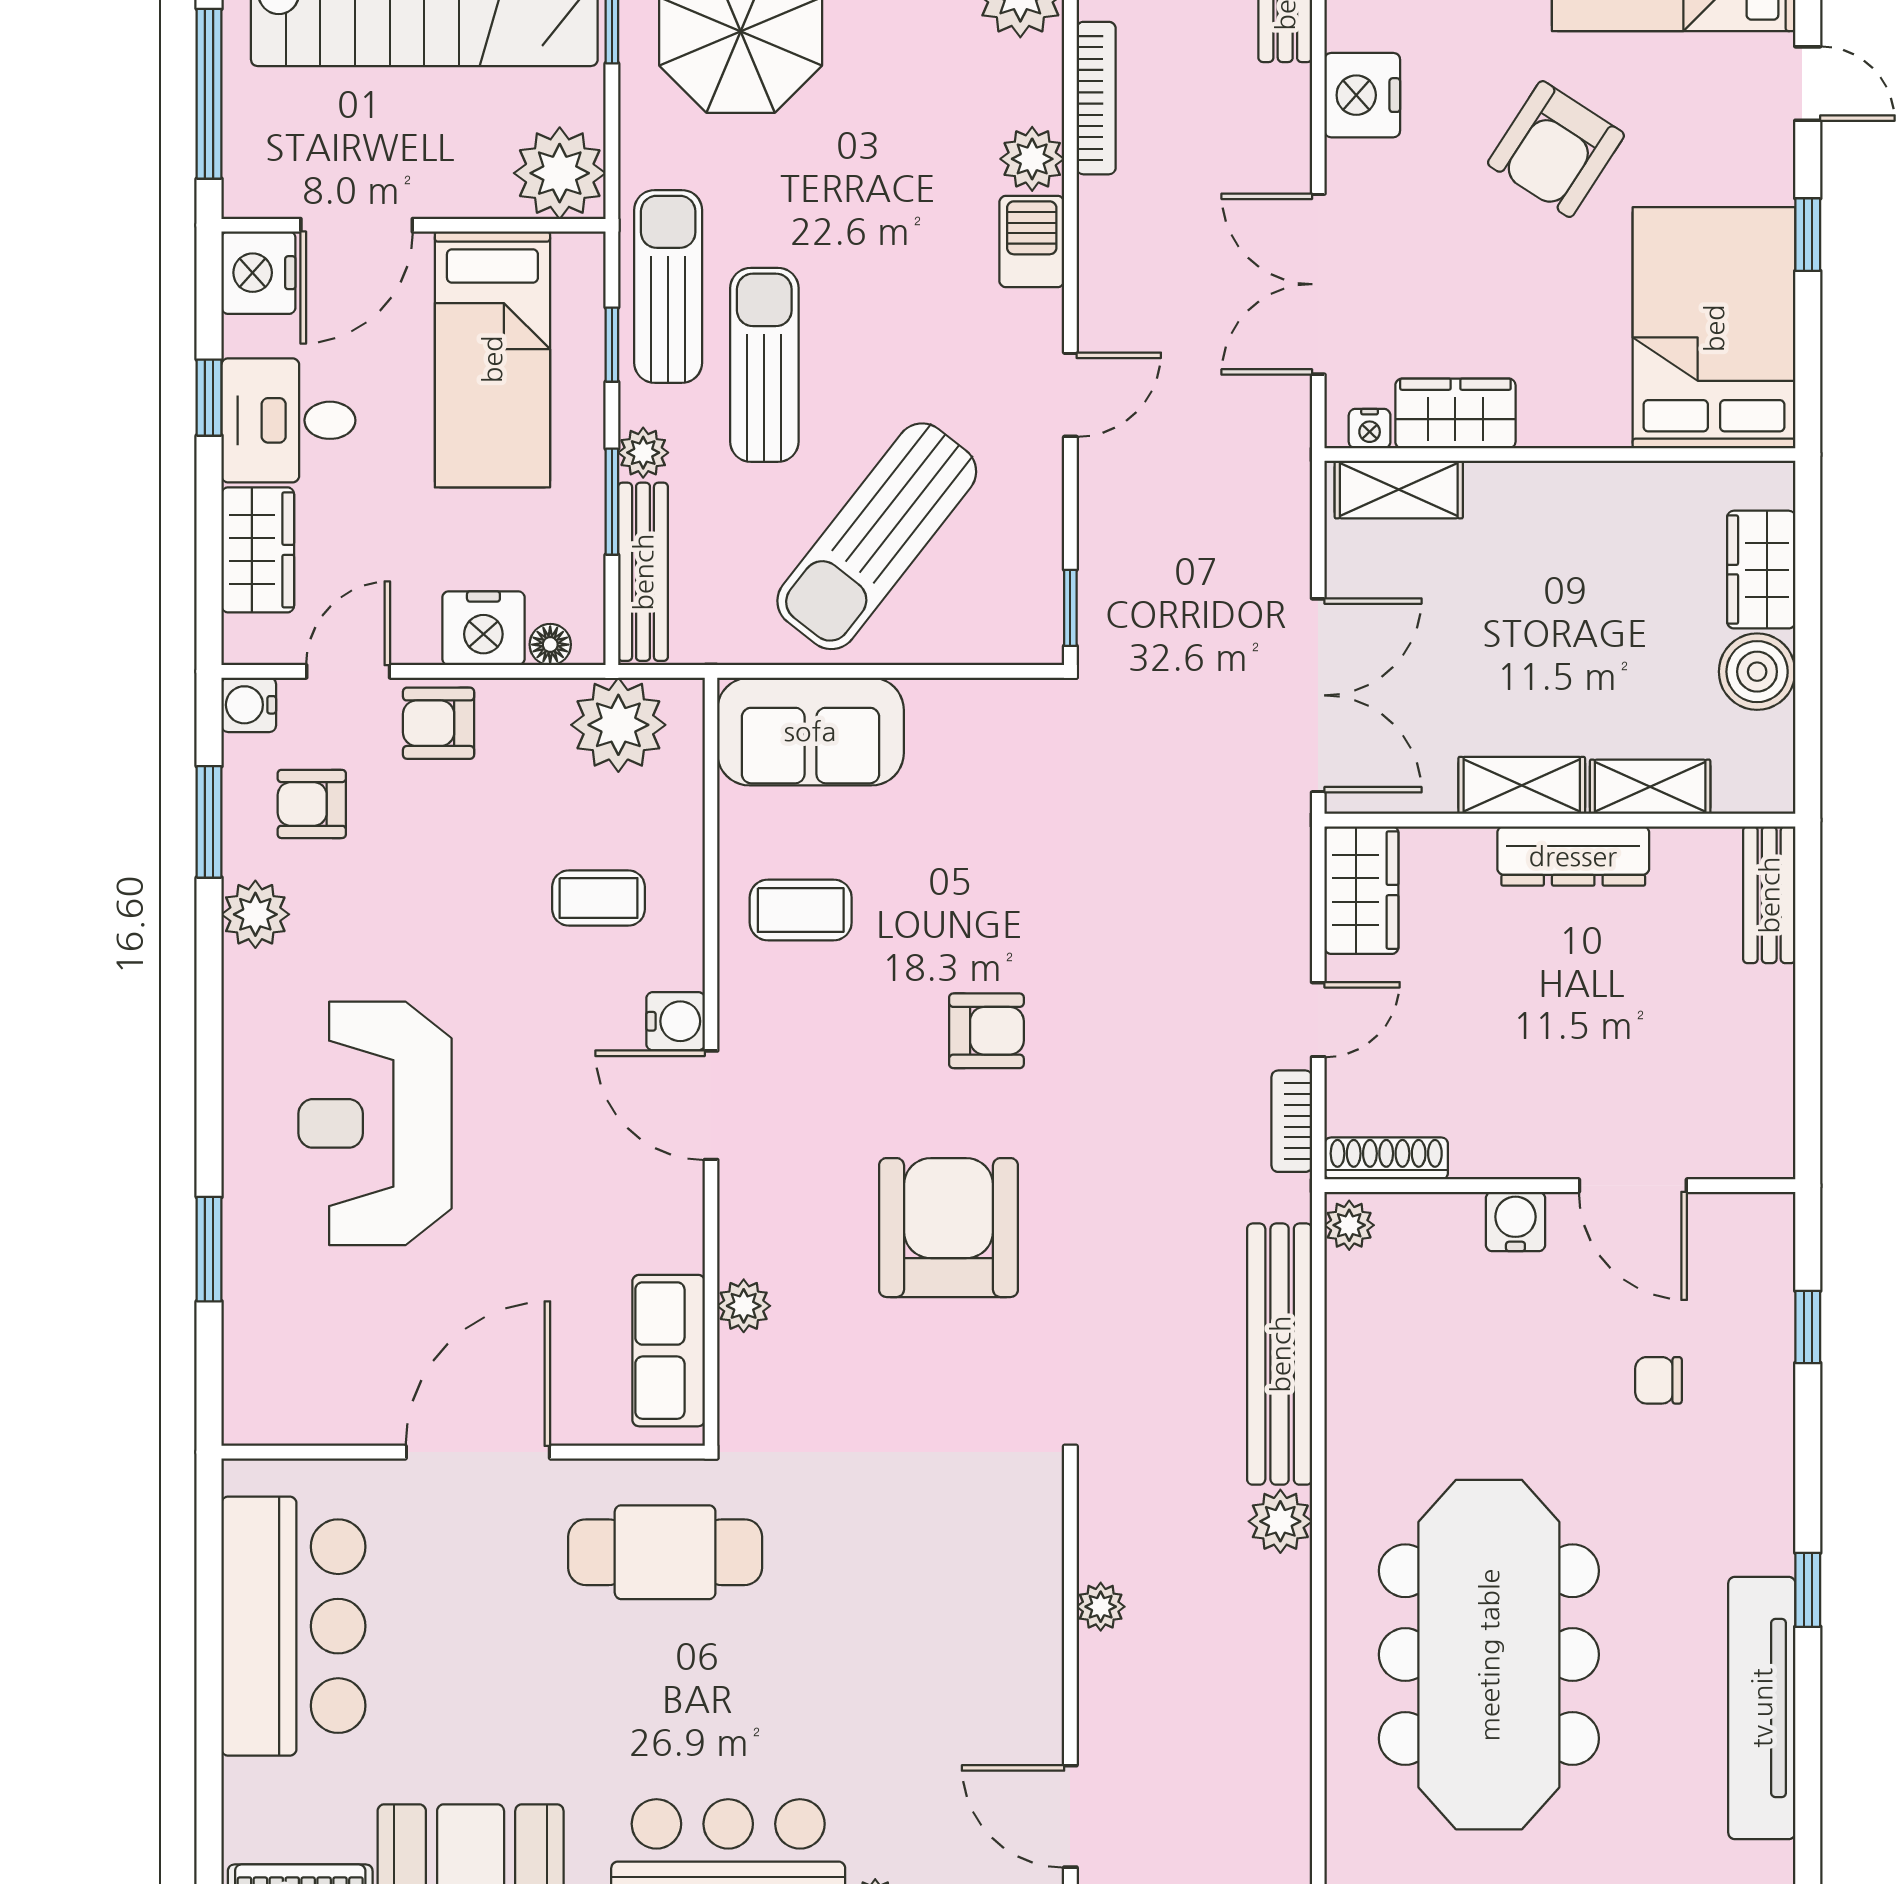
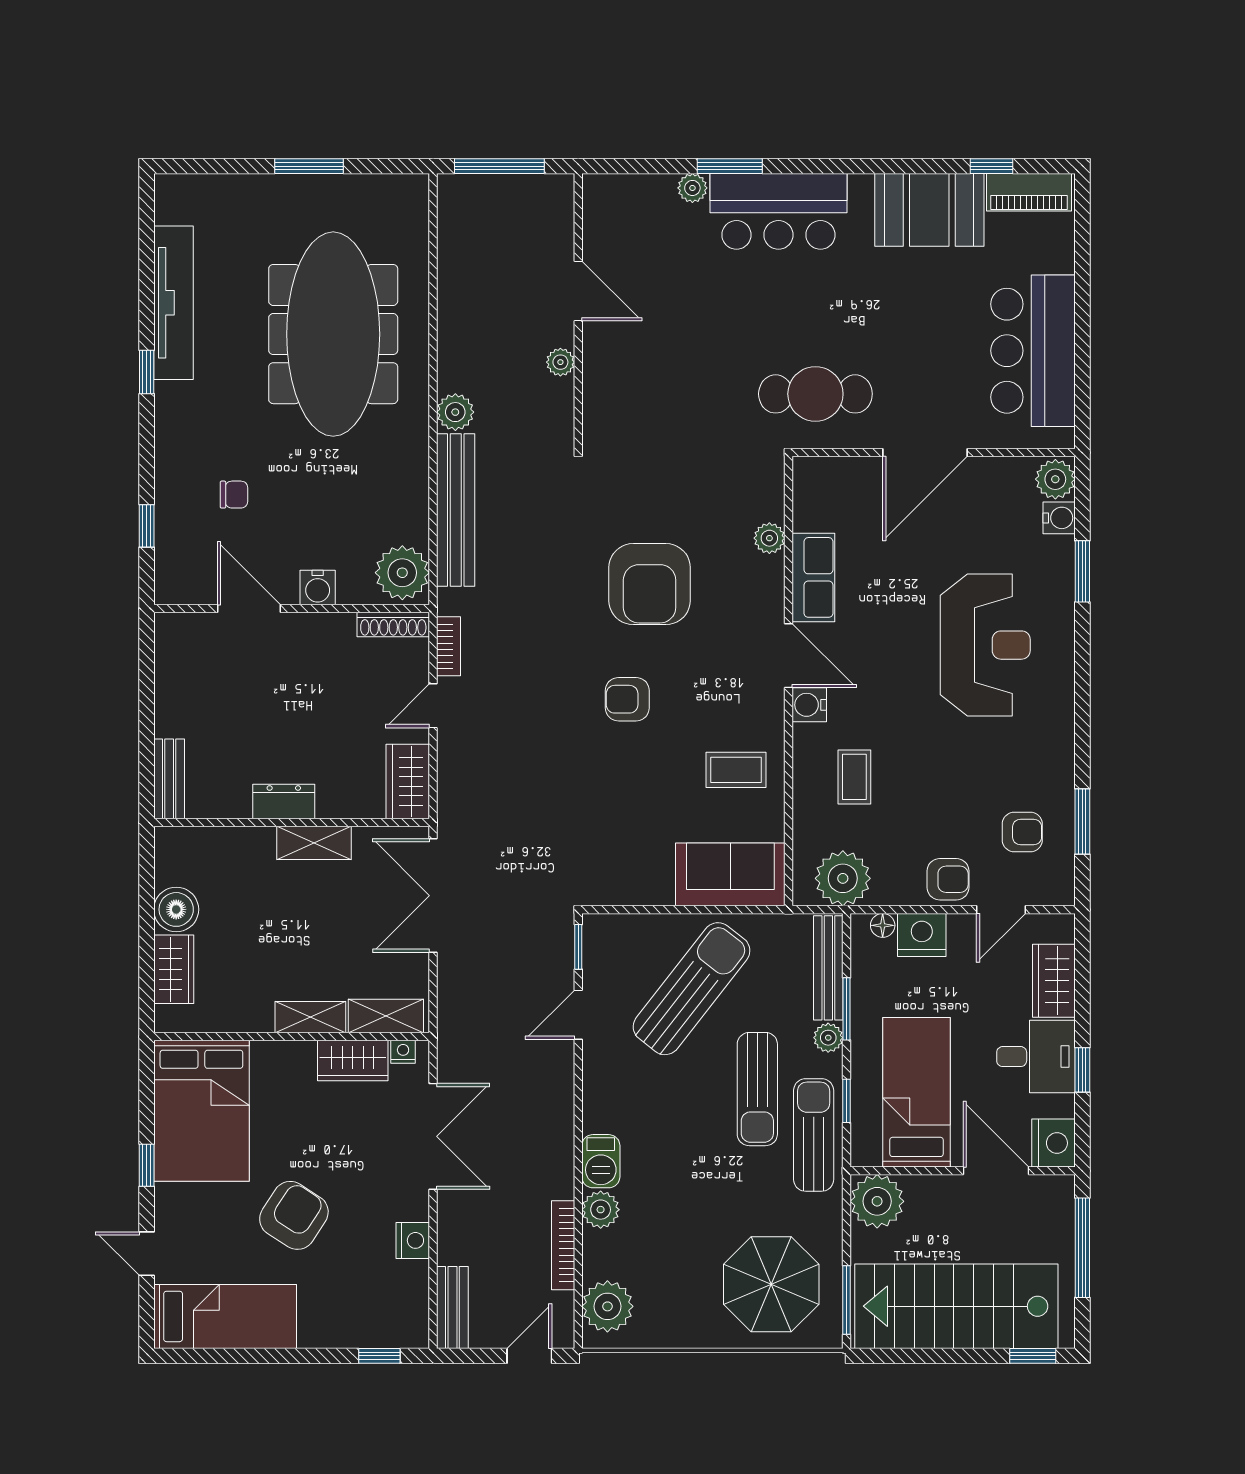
nightstand: (1362, 95) -> (413, 1240), width x0.74, depth x0.75
door: (357, 225) -> (996, 1171), hinge flipped
sun lounger: (668, 286) -> (814, 1135), turned 180
door: (1070, 395) -> (578, 1015), moved
water cooler: (249, 705) -> (1059, 518), moved
shelving: (1650, 787) -> (310, 1017), moved
dresser: (1573, 856) -> (284, 802), width x0.70
coffee table: (599, 898) -> (854, 777), turned 90
plant: (255, 914) -> (1055, 479), moved
plant: (1349, 1225) -> (402, 573), width x1.88, depth x1.88
row of seats: (669, 1351) -> (813, 577), moved
door: (1070, 1816) -> (578, 291), moved

